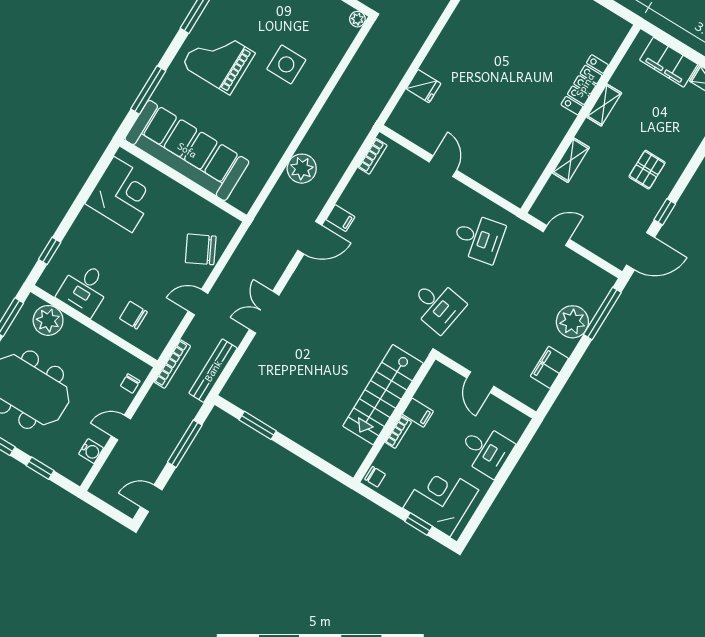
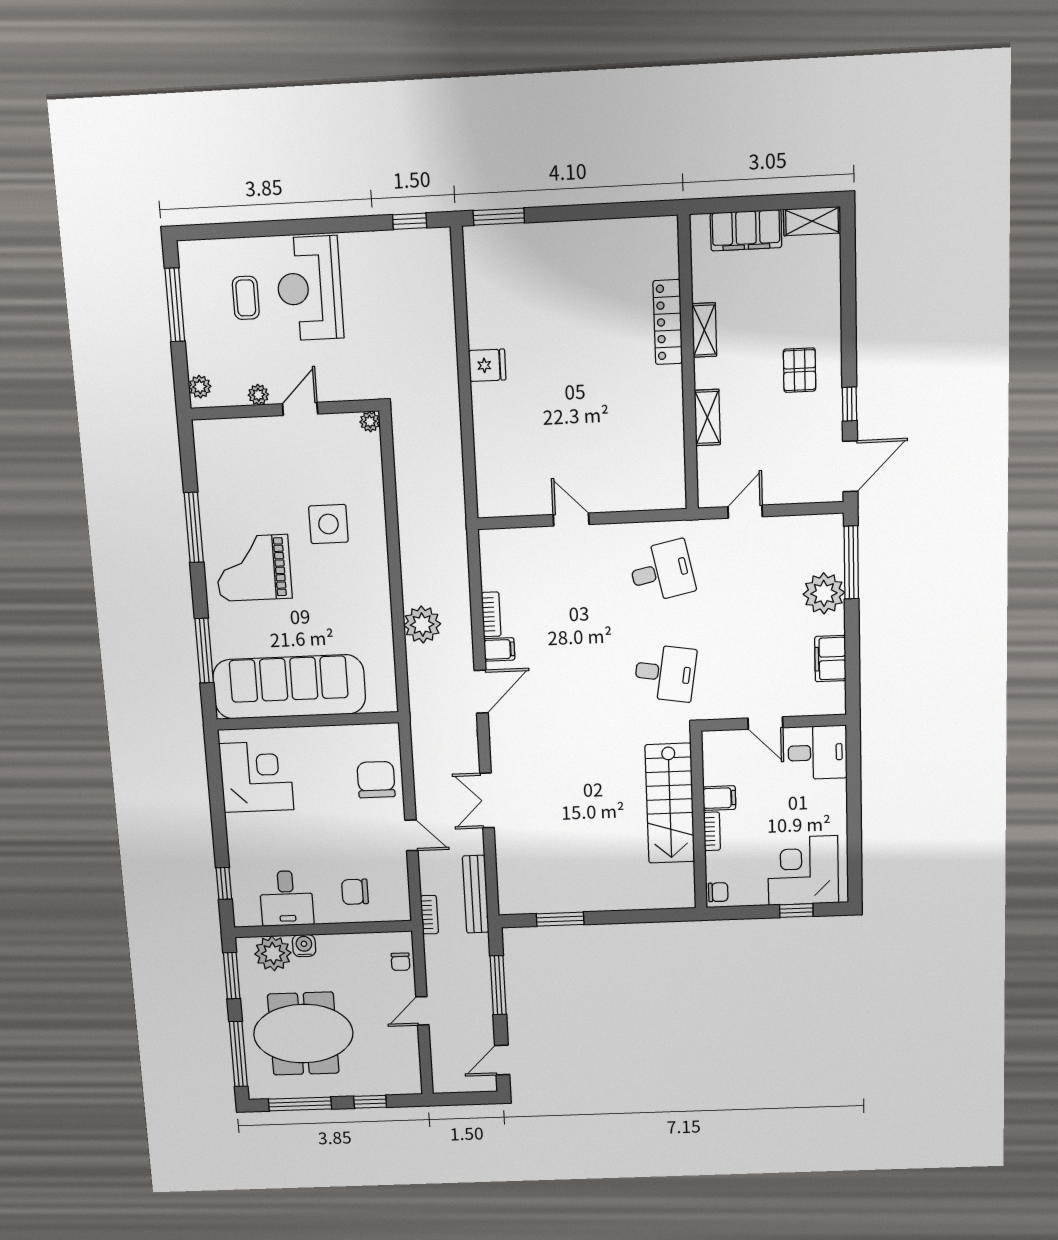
fridge: (424, 86) -> (487, 365), moved
bookcase: (373, 156) -> (491, 614), moved
chair: (201, 249) -> (376, 780), turned 117
door: (198, 302) -> (411, 835), swing flipped
bookcase: (172, 364) -> (429, 915), width x0.64
desk: (486, 450) -> (818, 753), moved
water cooler: (91, 451) -> (304, 946), moved, turned -90

